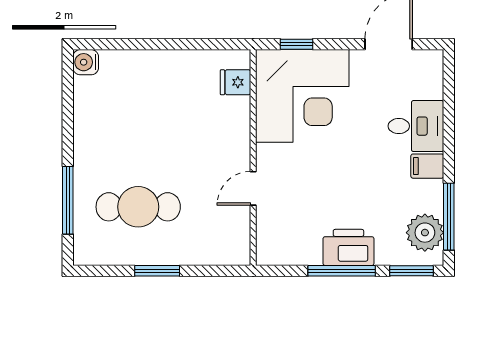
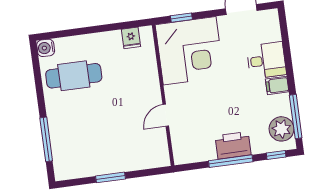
fridge: (235, 82) -> (131, 38), moved, turned -90
cafe table: (138, 207) -> (74, 76), moved
window: (411, 271) -> (276, 155), width x0.67

